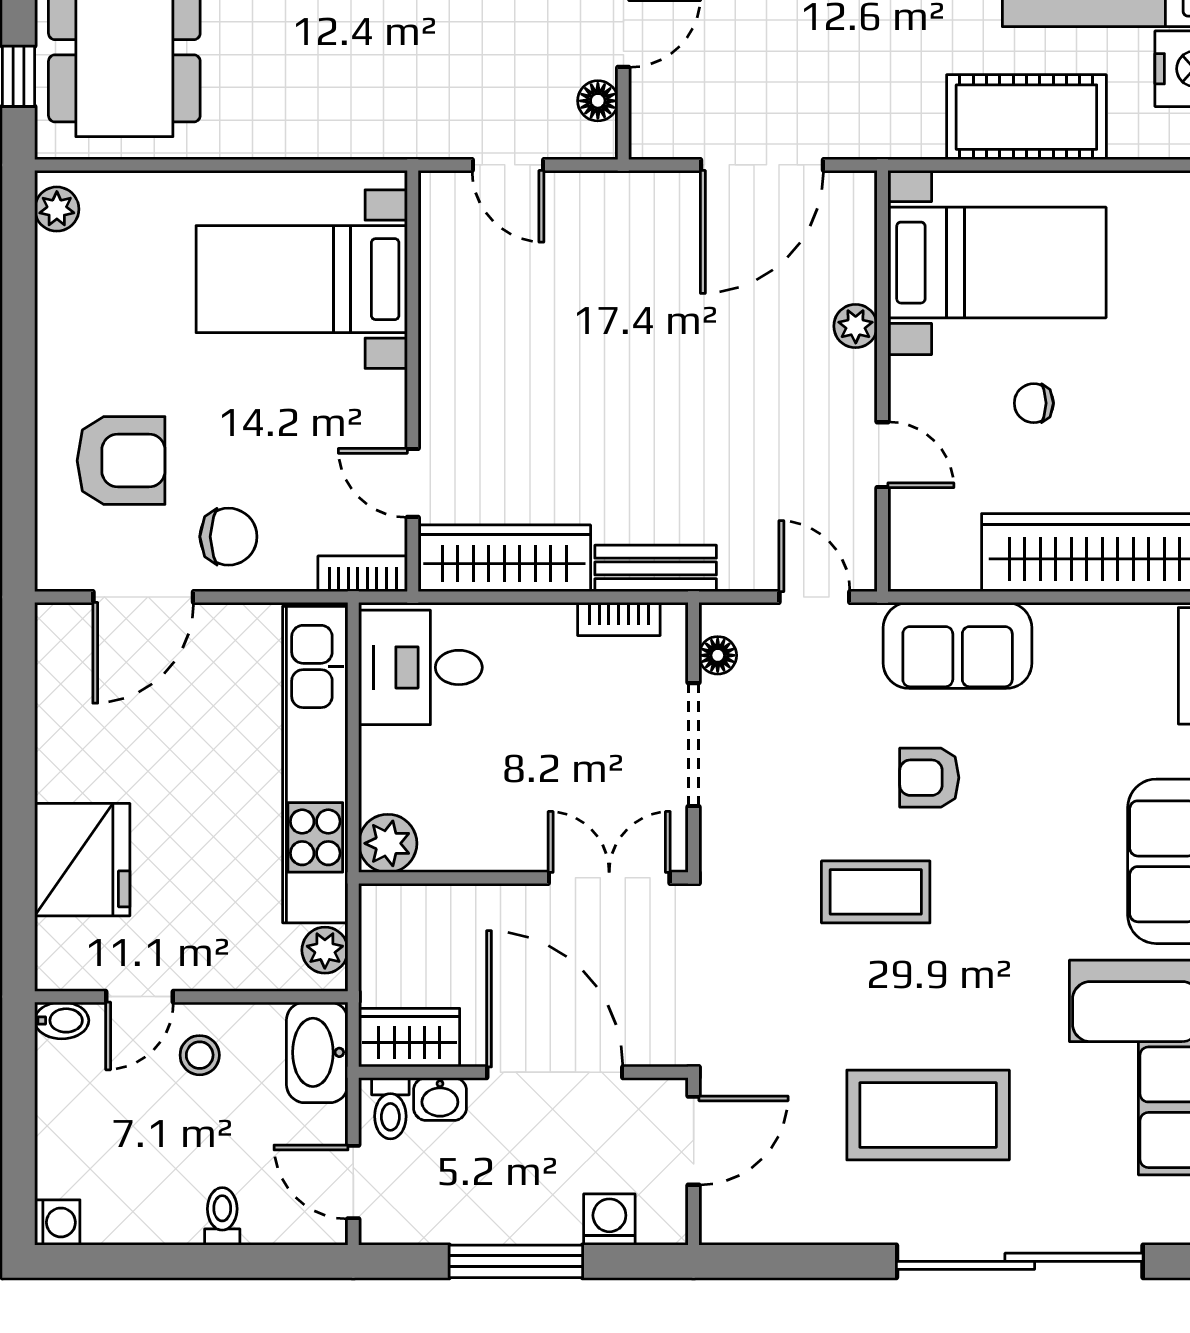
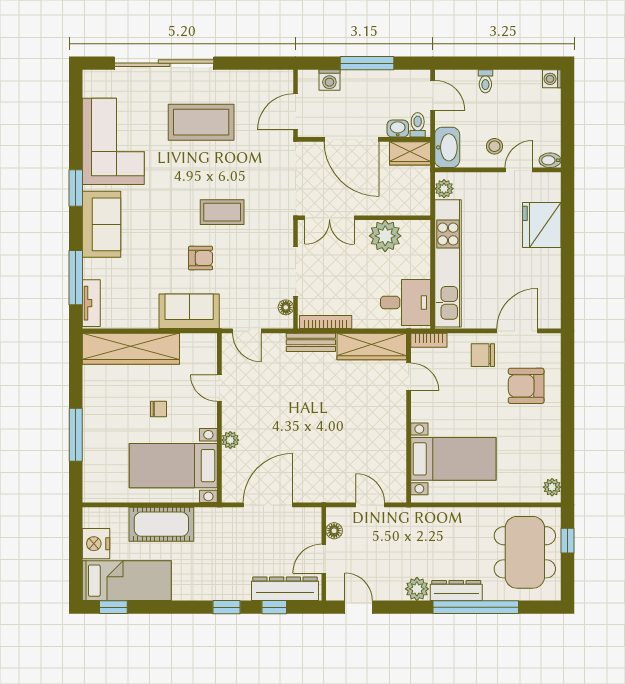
bookcase: (619, 619) -> (326, 322), width x1.56
plant: (388, 843) -> (385, 236), moved, width x1.36, depth x1.36

